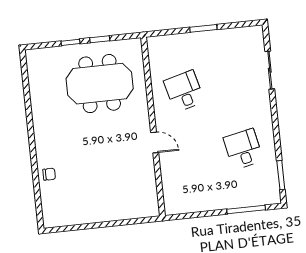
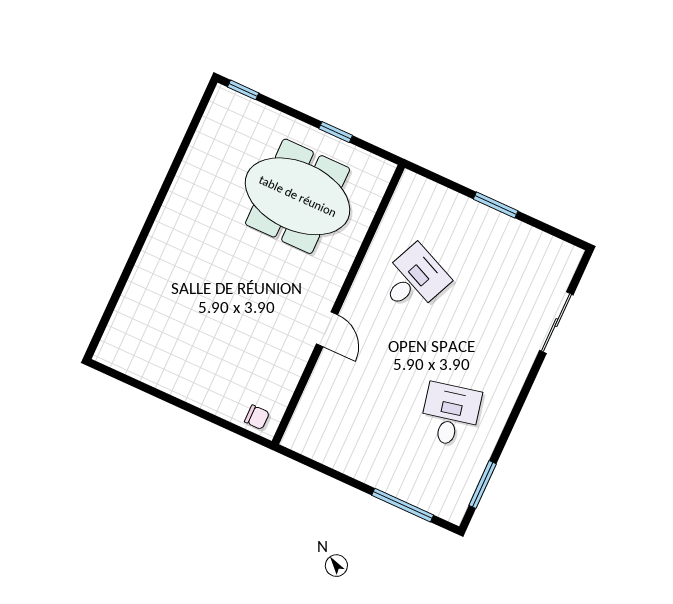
window: (70, 42) -> (243, 90), moved
desk: (184, 91) -> (414, 280), turned 39
chair: (49, 174) -> (257, 417), moved

